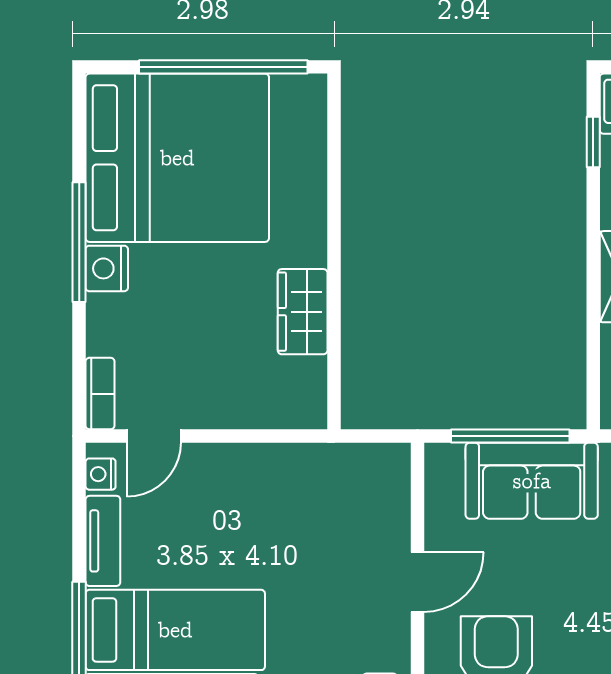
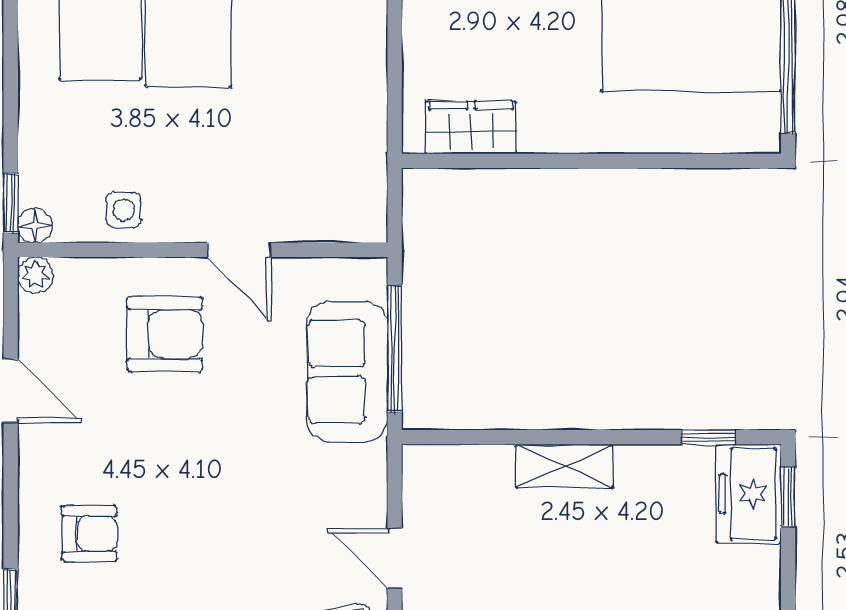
wardrobe: (303, 312) -> (471, 127), moved

